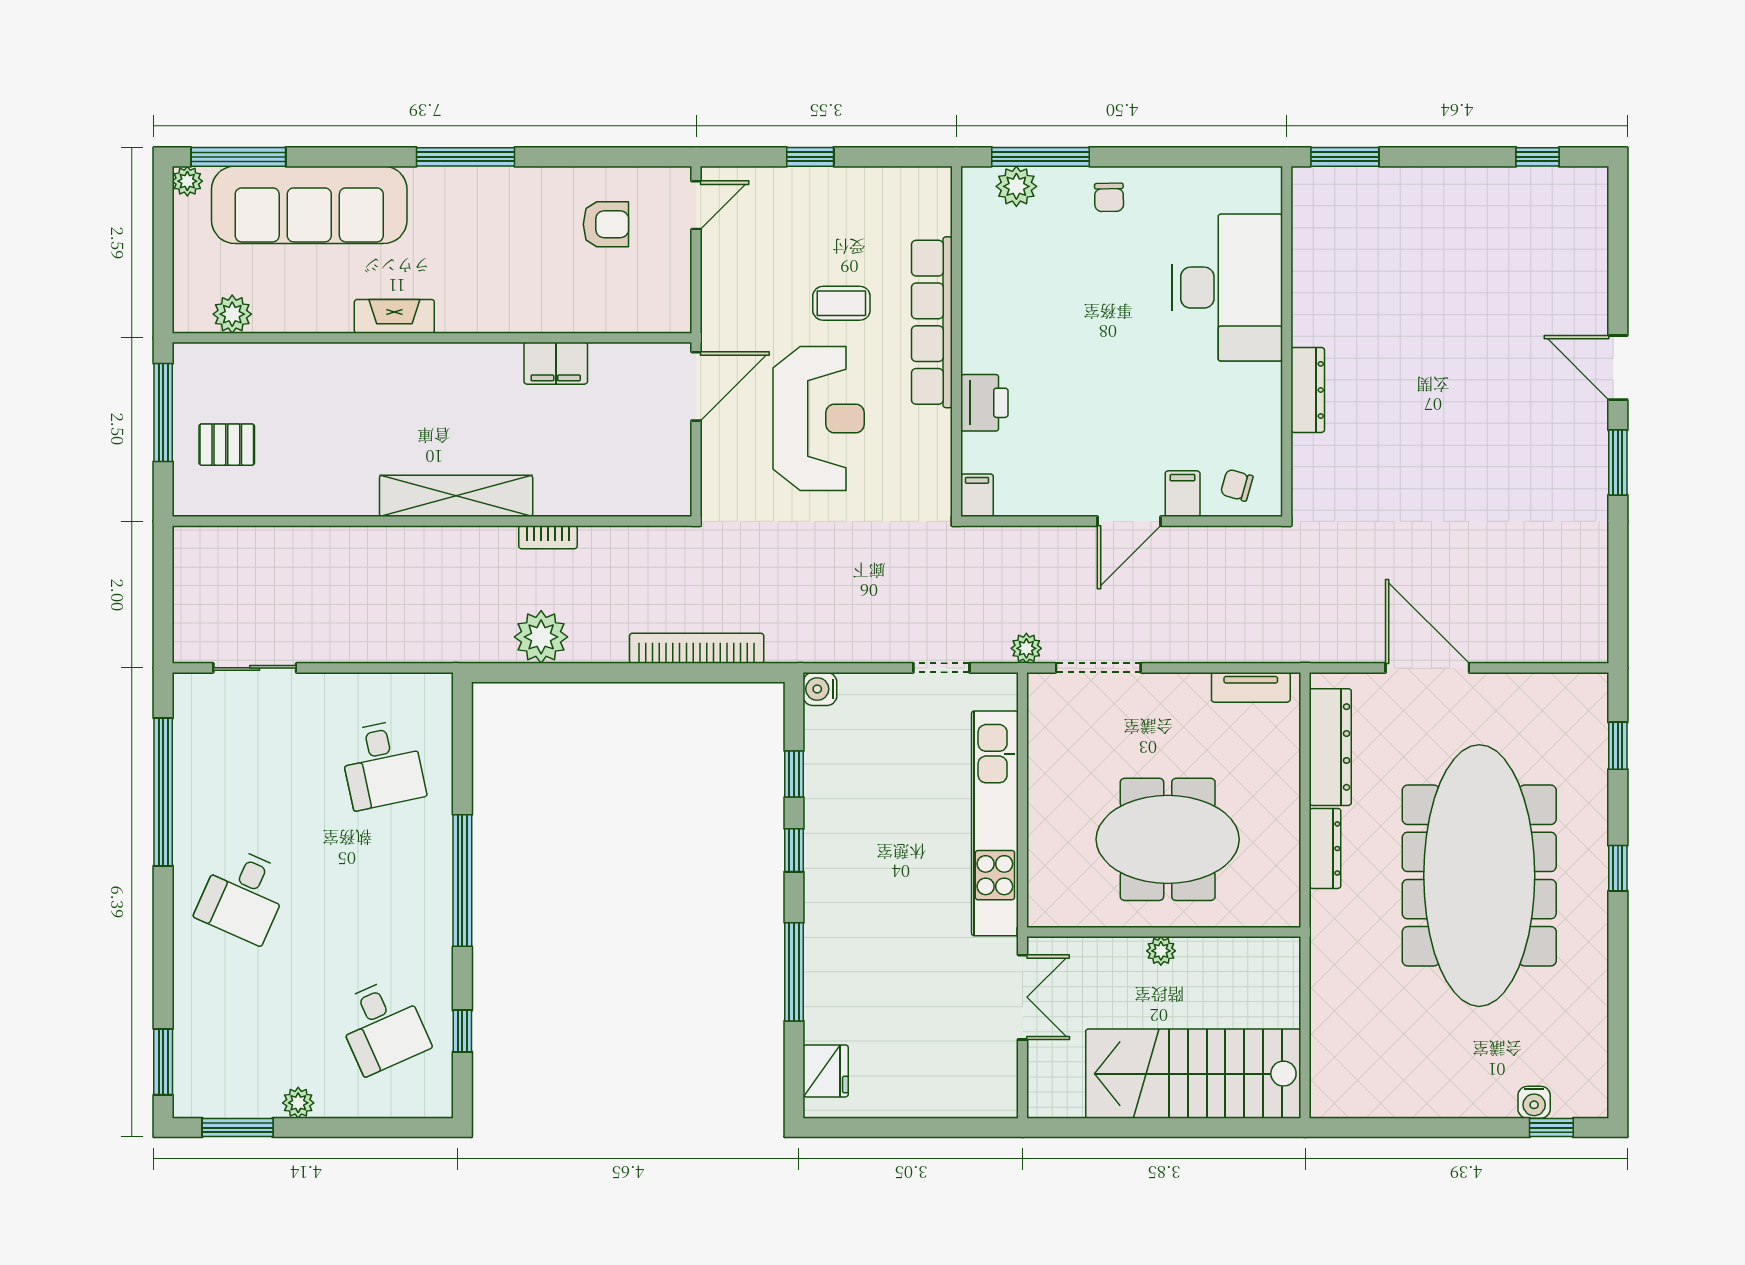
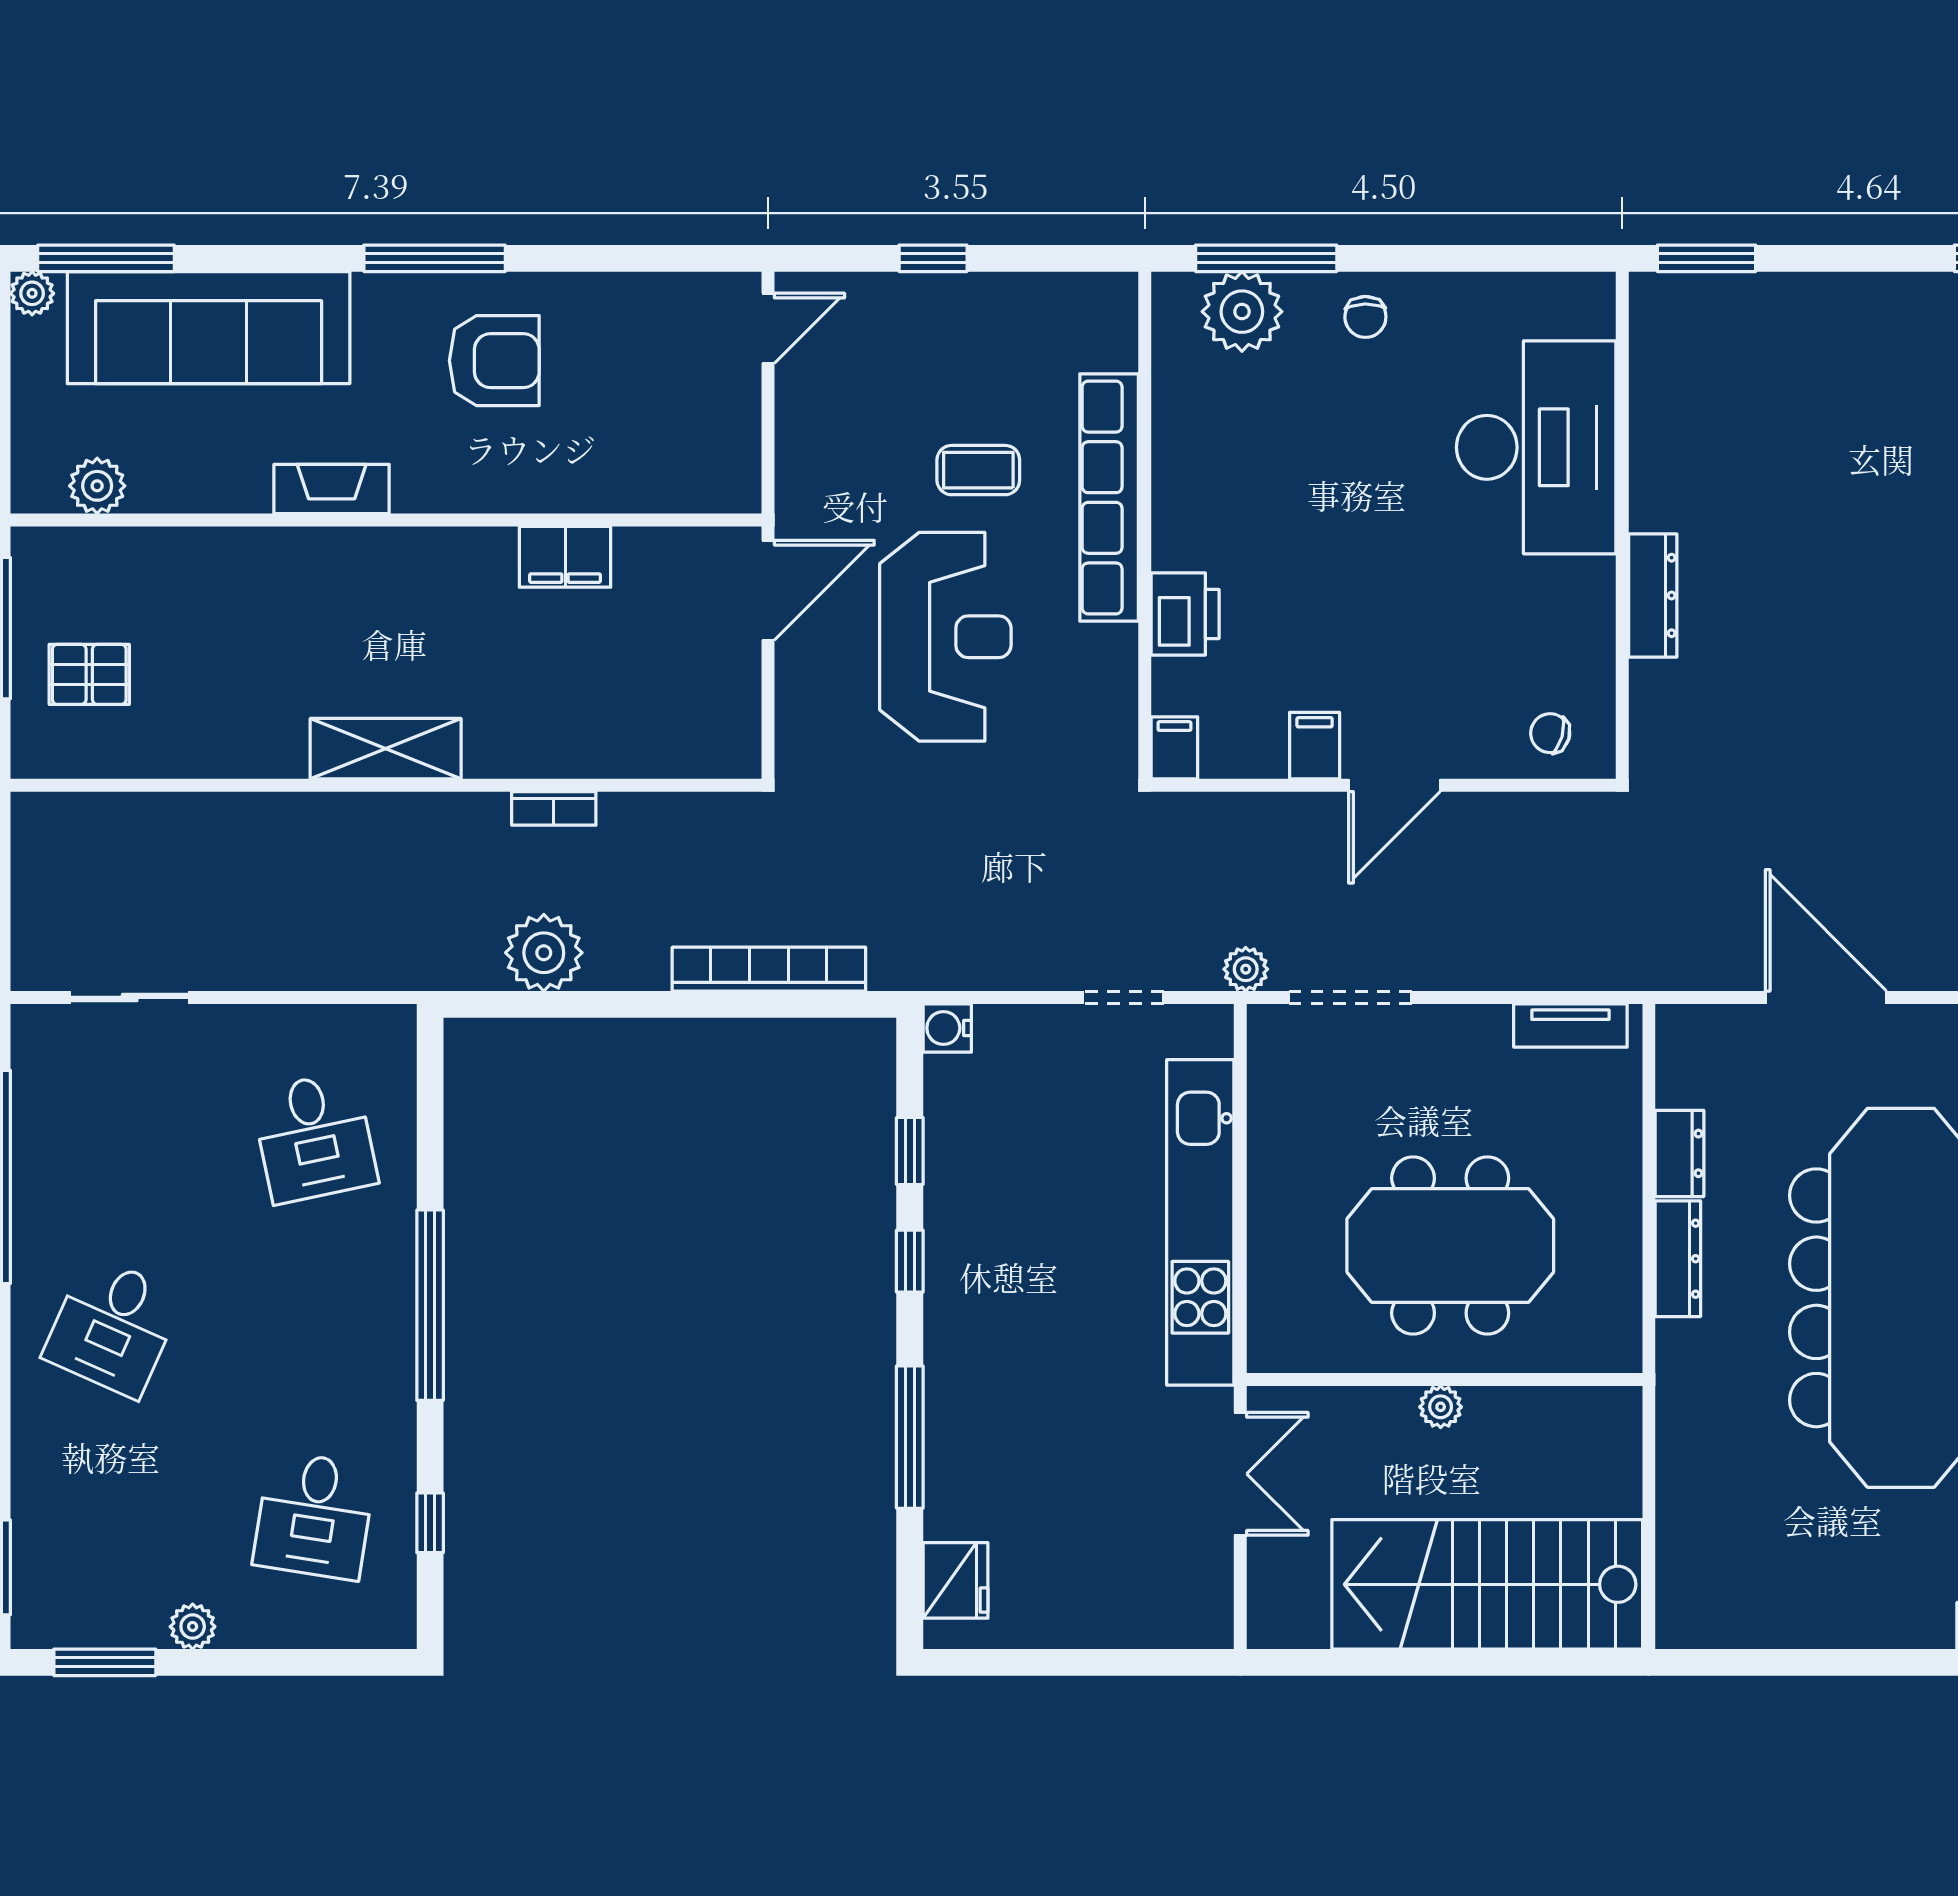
plant: (1016, 186) -> (1242, 312), width x1.36, depth x1.36
armchair: (606, 224) -> (494, 361), moved, width x1.38, depth x1.38
filing cabinet: (1183, 494) -> (1315, 746), moved
shelving: (456, 496) -> (386, 749), width x0.68
dresser: (1330, 747) -> (1679, 1153), width x0.51, depth x0.80
desk: (382, 1026) -> (314, 1515), turned 33

